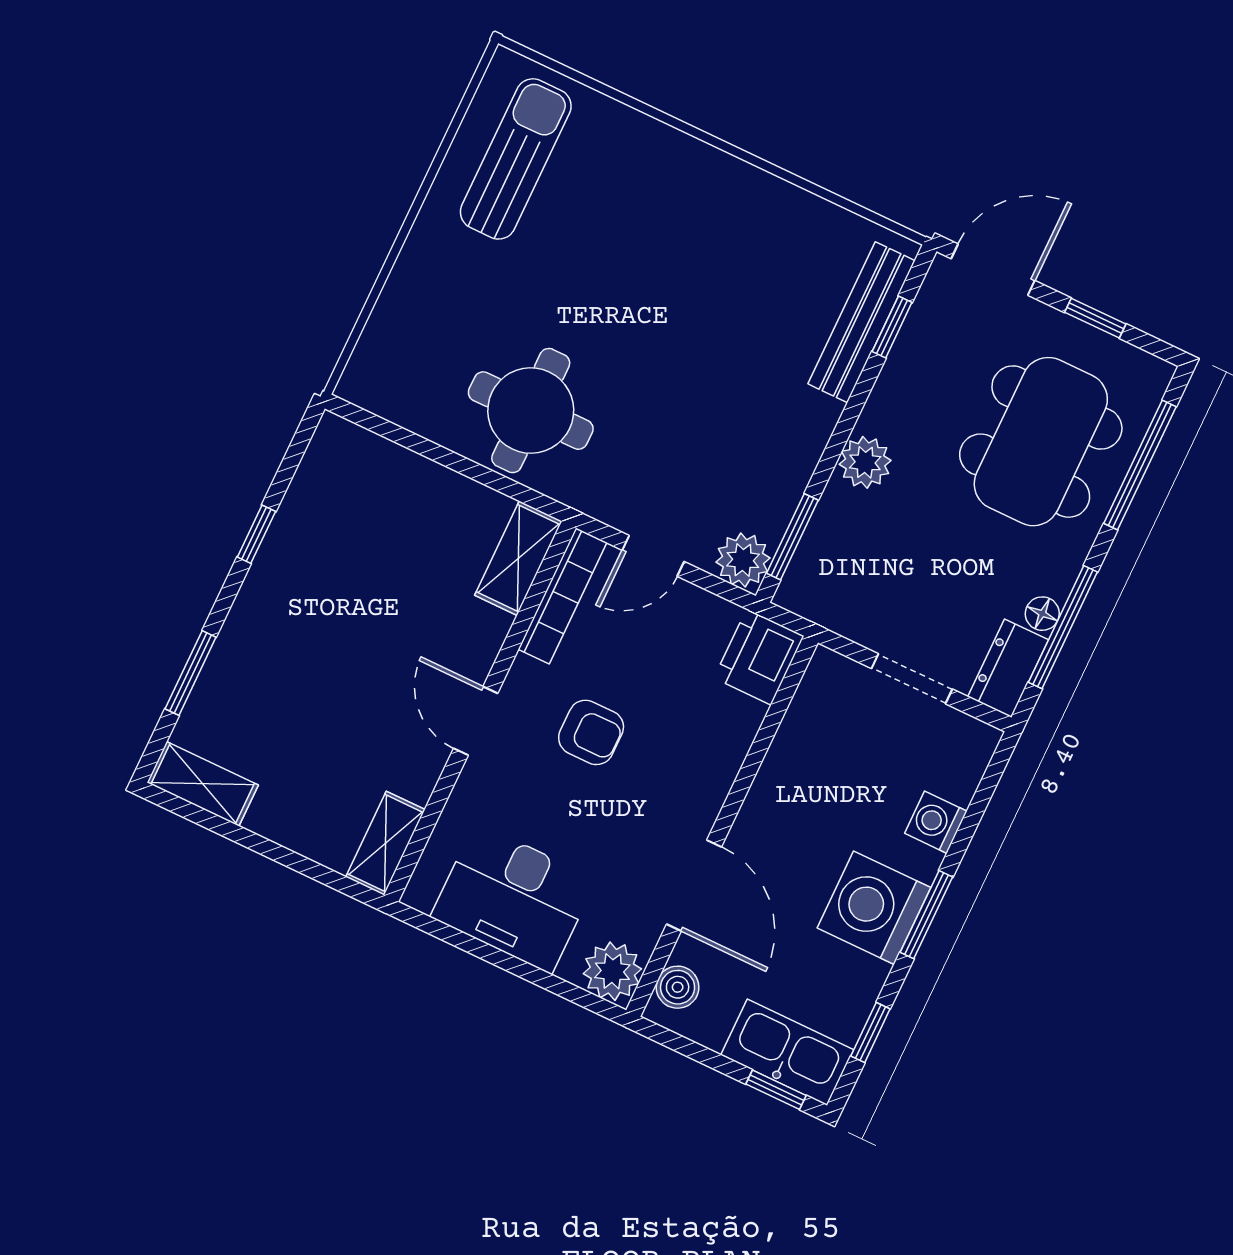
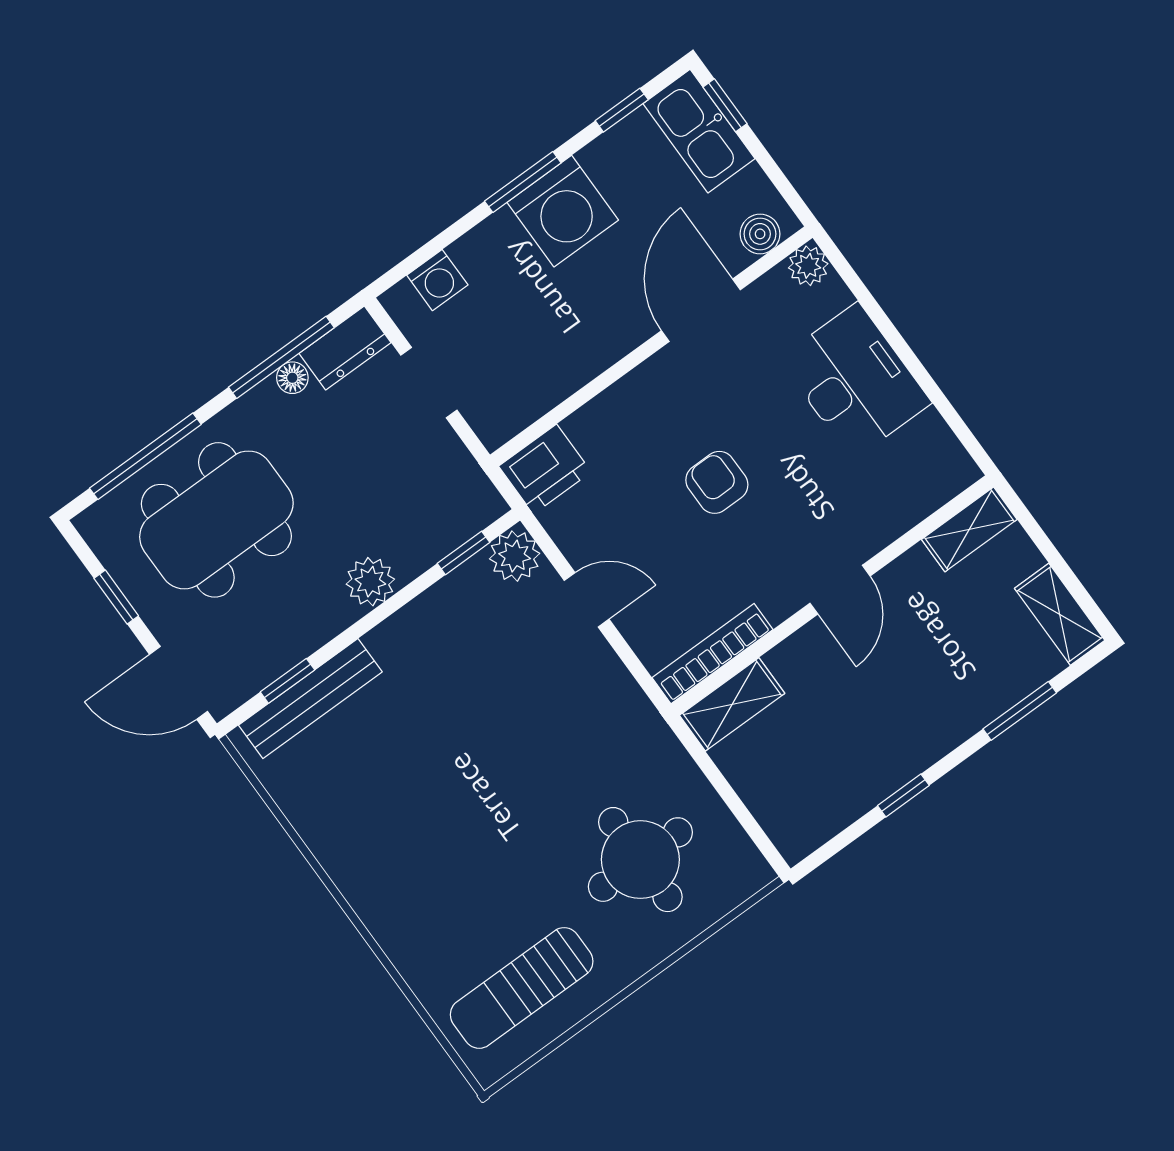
round table: (531, 411) -> (640, 860), moved
window: (792, 537) -> (464, 553), width x0.67
shelving: (518, 558) -> (732, 704), moved
bookcase: (562, 596) -> (713, 654), moved
wall: (480, 711) -> (832, 595), moved
door: (476, 721) -> (840, 590), moved
washing machine: (936, 822) -> (437, 280), moved
shelving: (385, 843) -> (969, 529), moved
plant: (612, 971) -> (808, 266), width x0.73, depth x0.73

